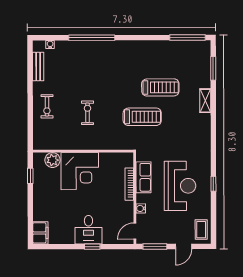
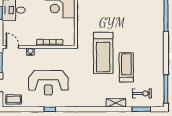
treadmill: (160, 87) -> (126, 67), turned 180
exercise bike: (87, 113) -> (142, 93), moved
treadmill: (142, 117) -> (103, 53), width x1.37, depth x1.38
row of seats: (143, 177) -> (55, 54), removed

